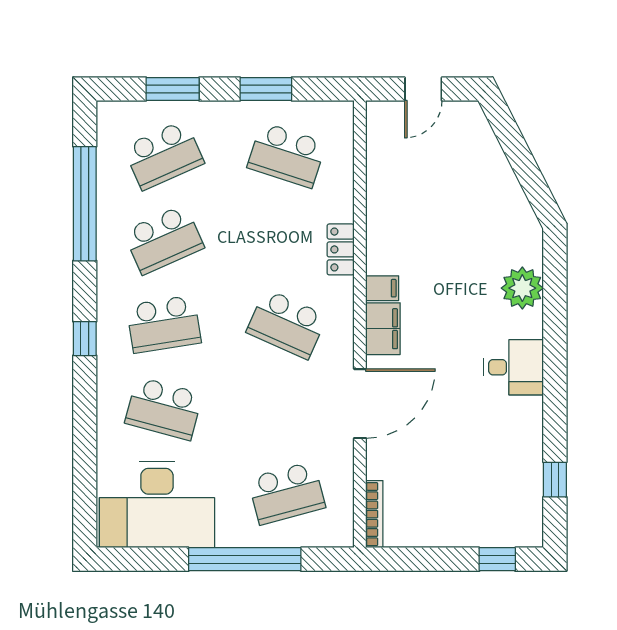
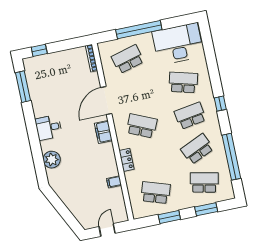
school desk: (164, 155) -> (204, 182), turned 36
filing cabinet: (382, 288) -> (114, 182), moved
window: (555, 480) -> (23, 87), width x2.17

